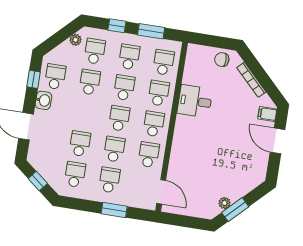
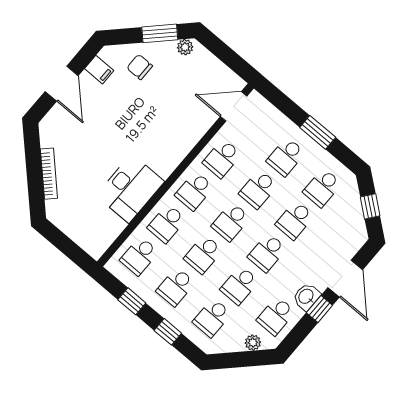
window: (151, 31) -> (132, 301), width x0.67
plant: (76, 40) -> (253, 343), moved
chair: (222, 60) -> (140, 67), moved, turned 180
window: (34, 79) -> (319, 309), moved
desk: (195, 101) -> (130, 188), width x1.37
school desk: (85, 113) -> (267, 253), added
filing cabinet: (267, 114) -> (99, 70), moved
door: (161, 192) -> (234, 106), hinge flipped
plant: (224, 203) -> (185, 47), moved
window: (114, 210) -> (318, 132), moved

